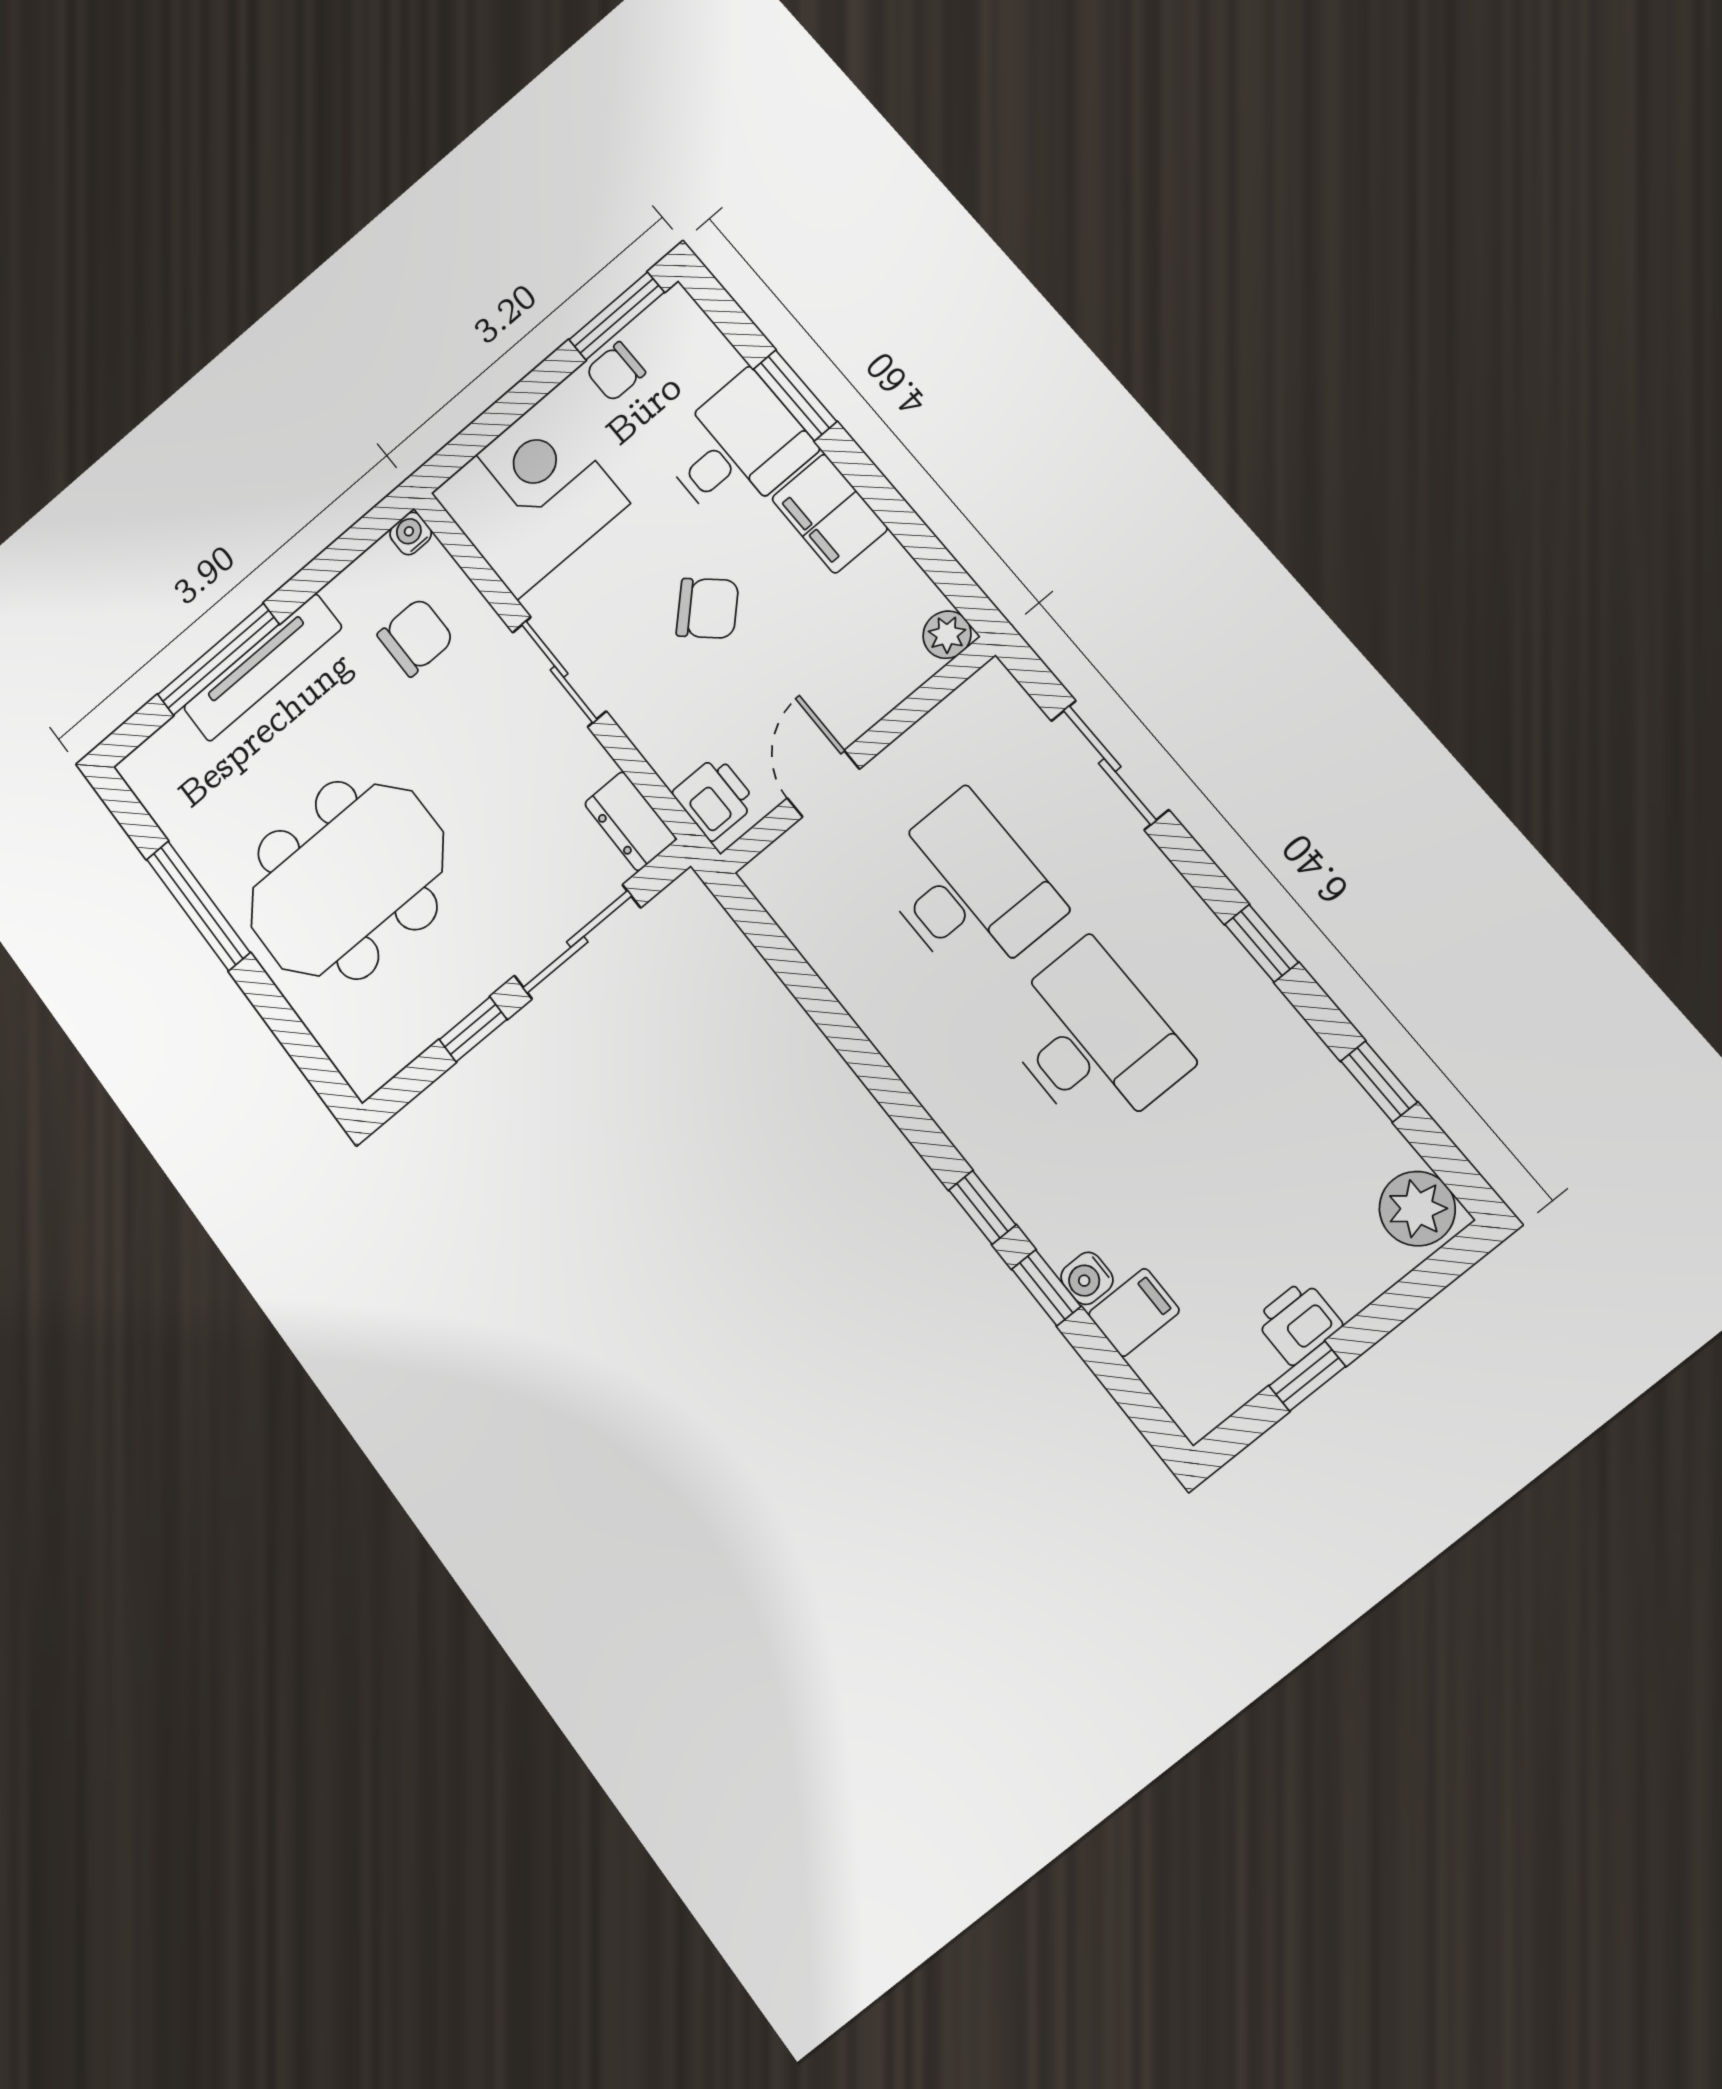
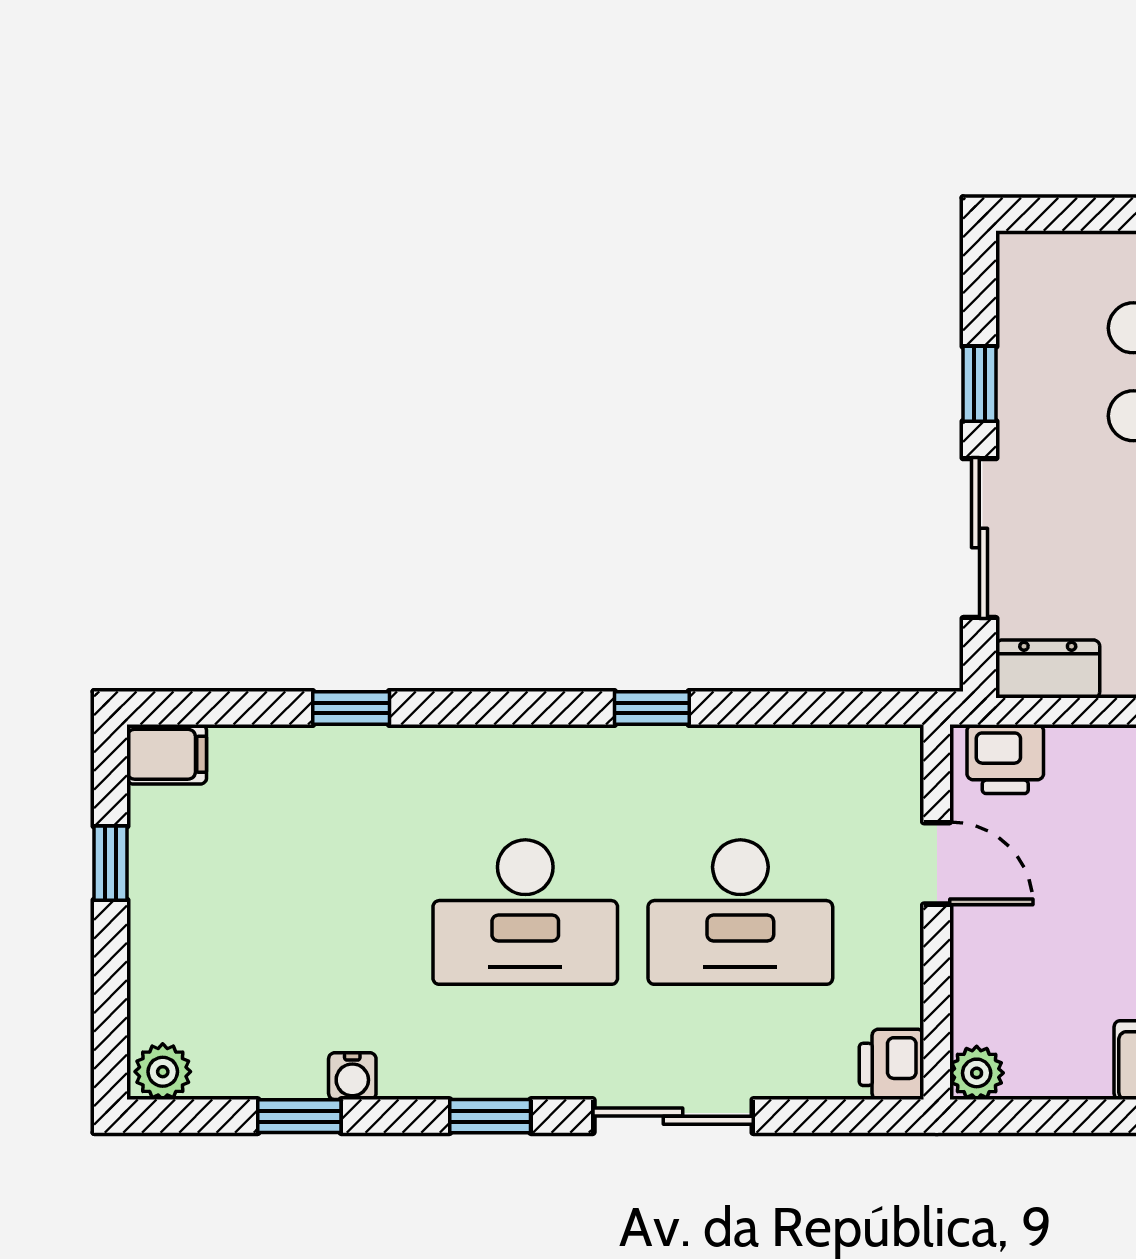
sliding door: (1110, 765) -> (673, 1116), moved
window: (982, 1207) -> (652, 708), moved
plant: (1417, 1209) -> (163, 1072), width x0.73, depth x0.73
water cooler: (1087, 1278) -> (352, 1076), moved, turned 180
filing cabinet: (1134, 1312) -> (167, 754), moved, turned -90
printer: (1298, 1322) -> (891, 1064), moved, turned 180

